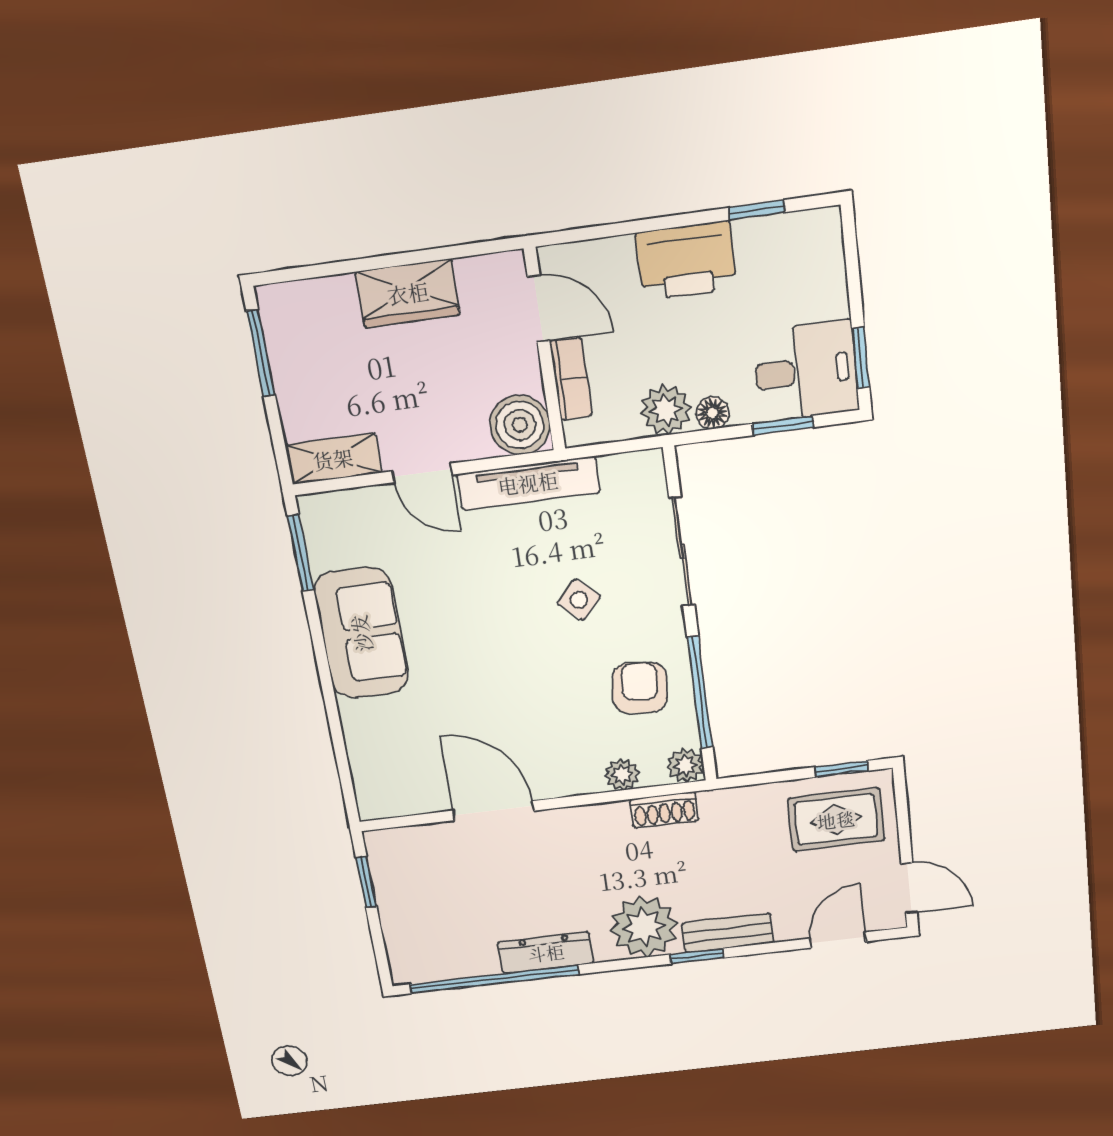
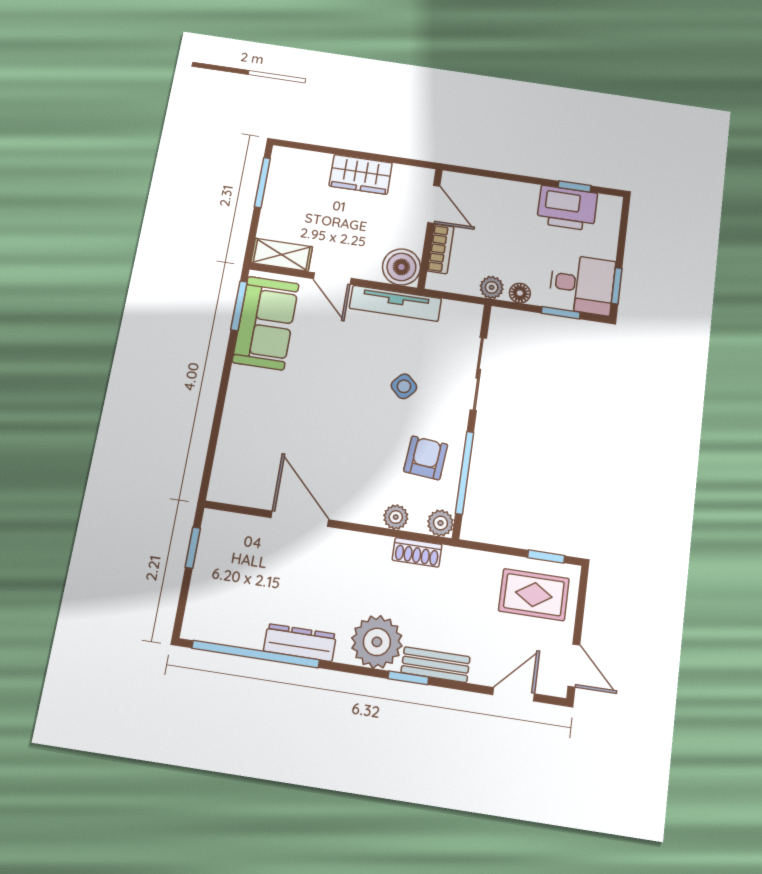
printer: (686, 261) -> (567, 208), moved
plant: (666, 410) -> (492, 287), width x0.73, depth x0.73
sofa: (361, 633) -> (266, 323), moved

